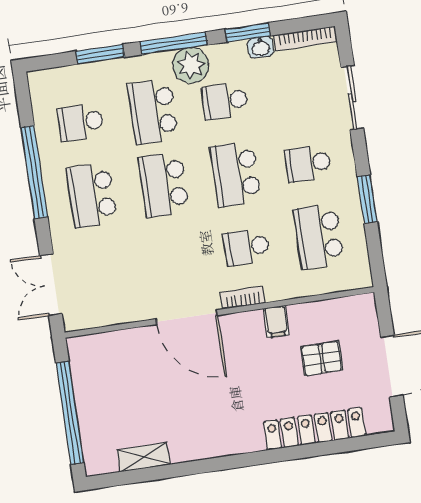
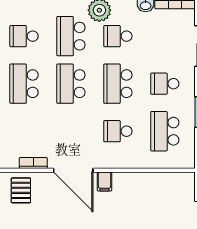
bookcase: (243, 298) -> (33, 163), moved
filing cabinet: (276, 322) -> (104, 182), moved
pallet: (322, 358) -> (21, 190), moved, turned 90

